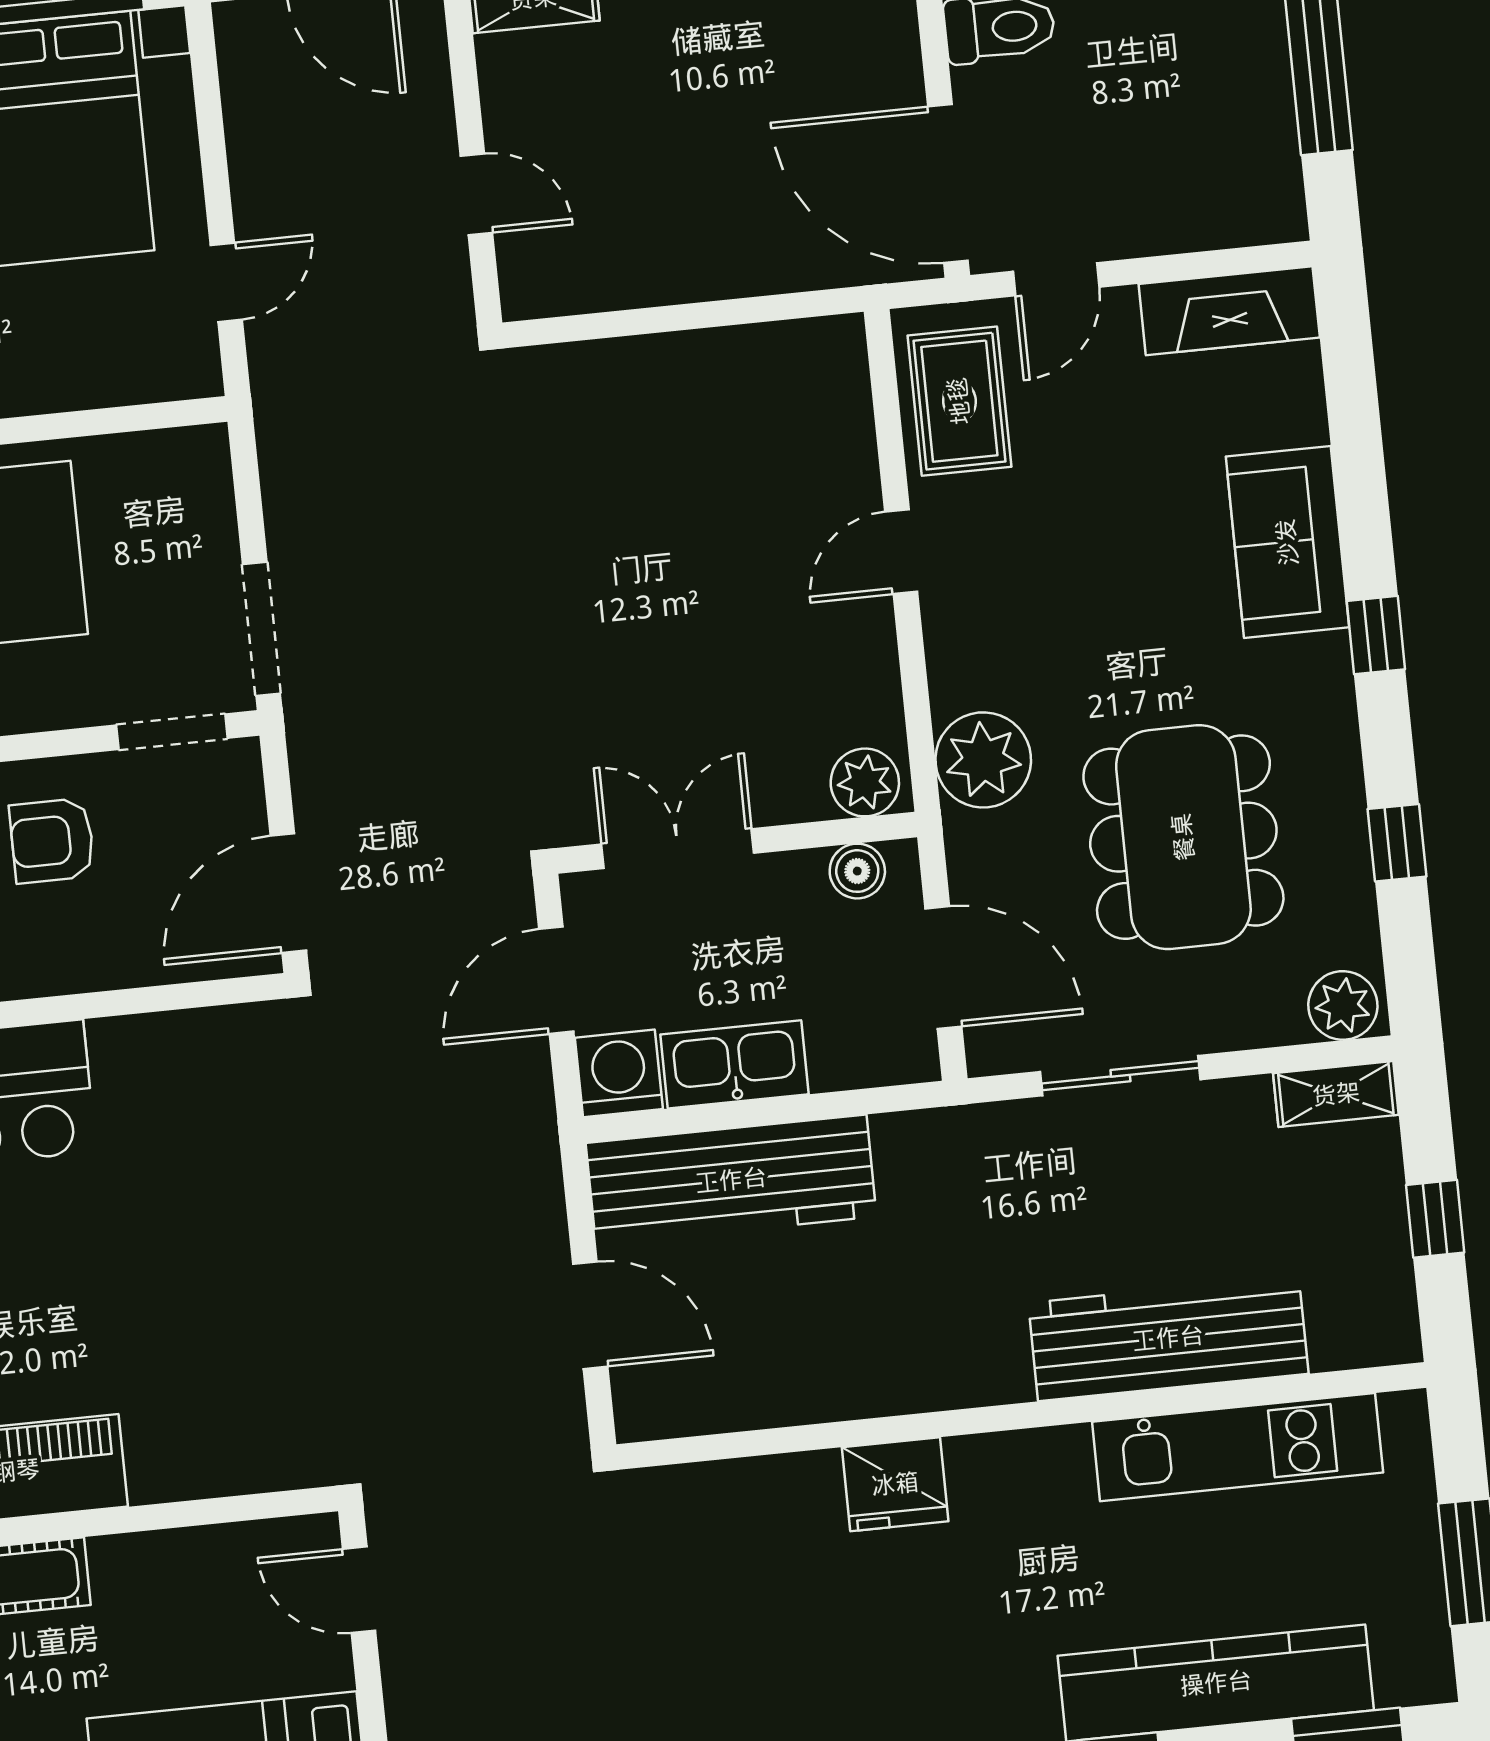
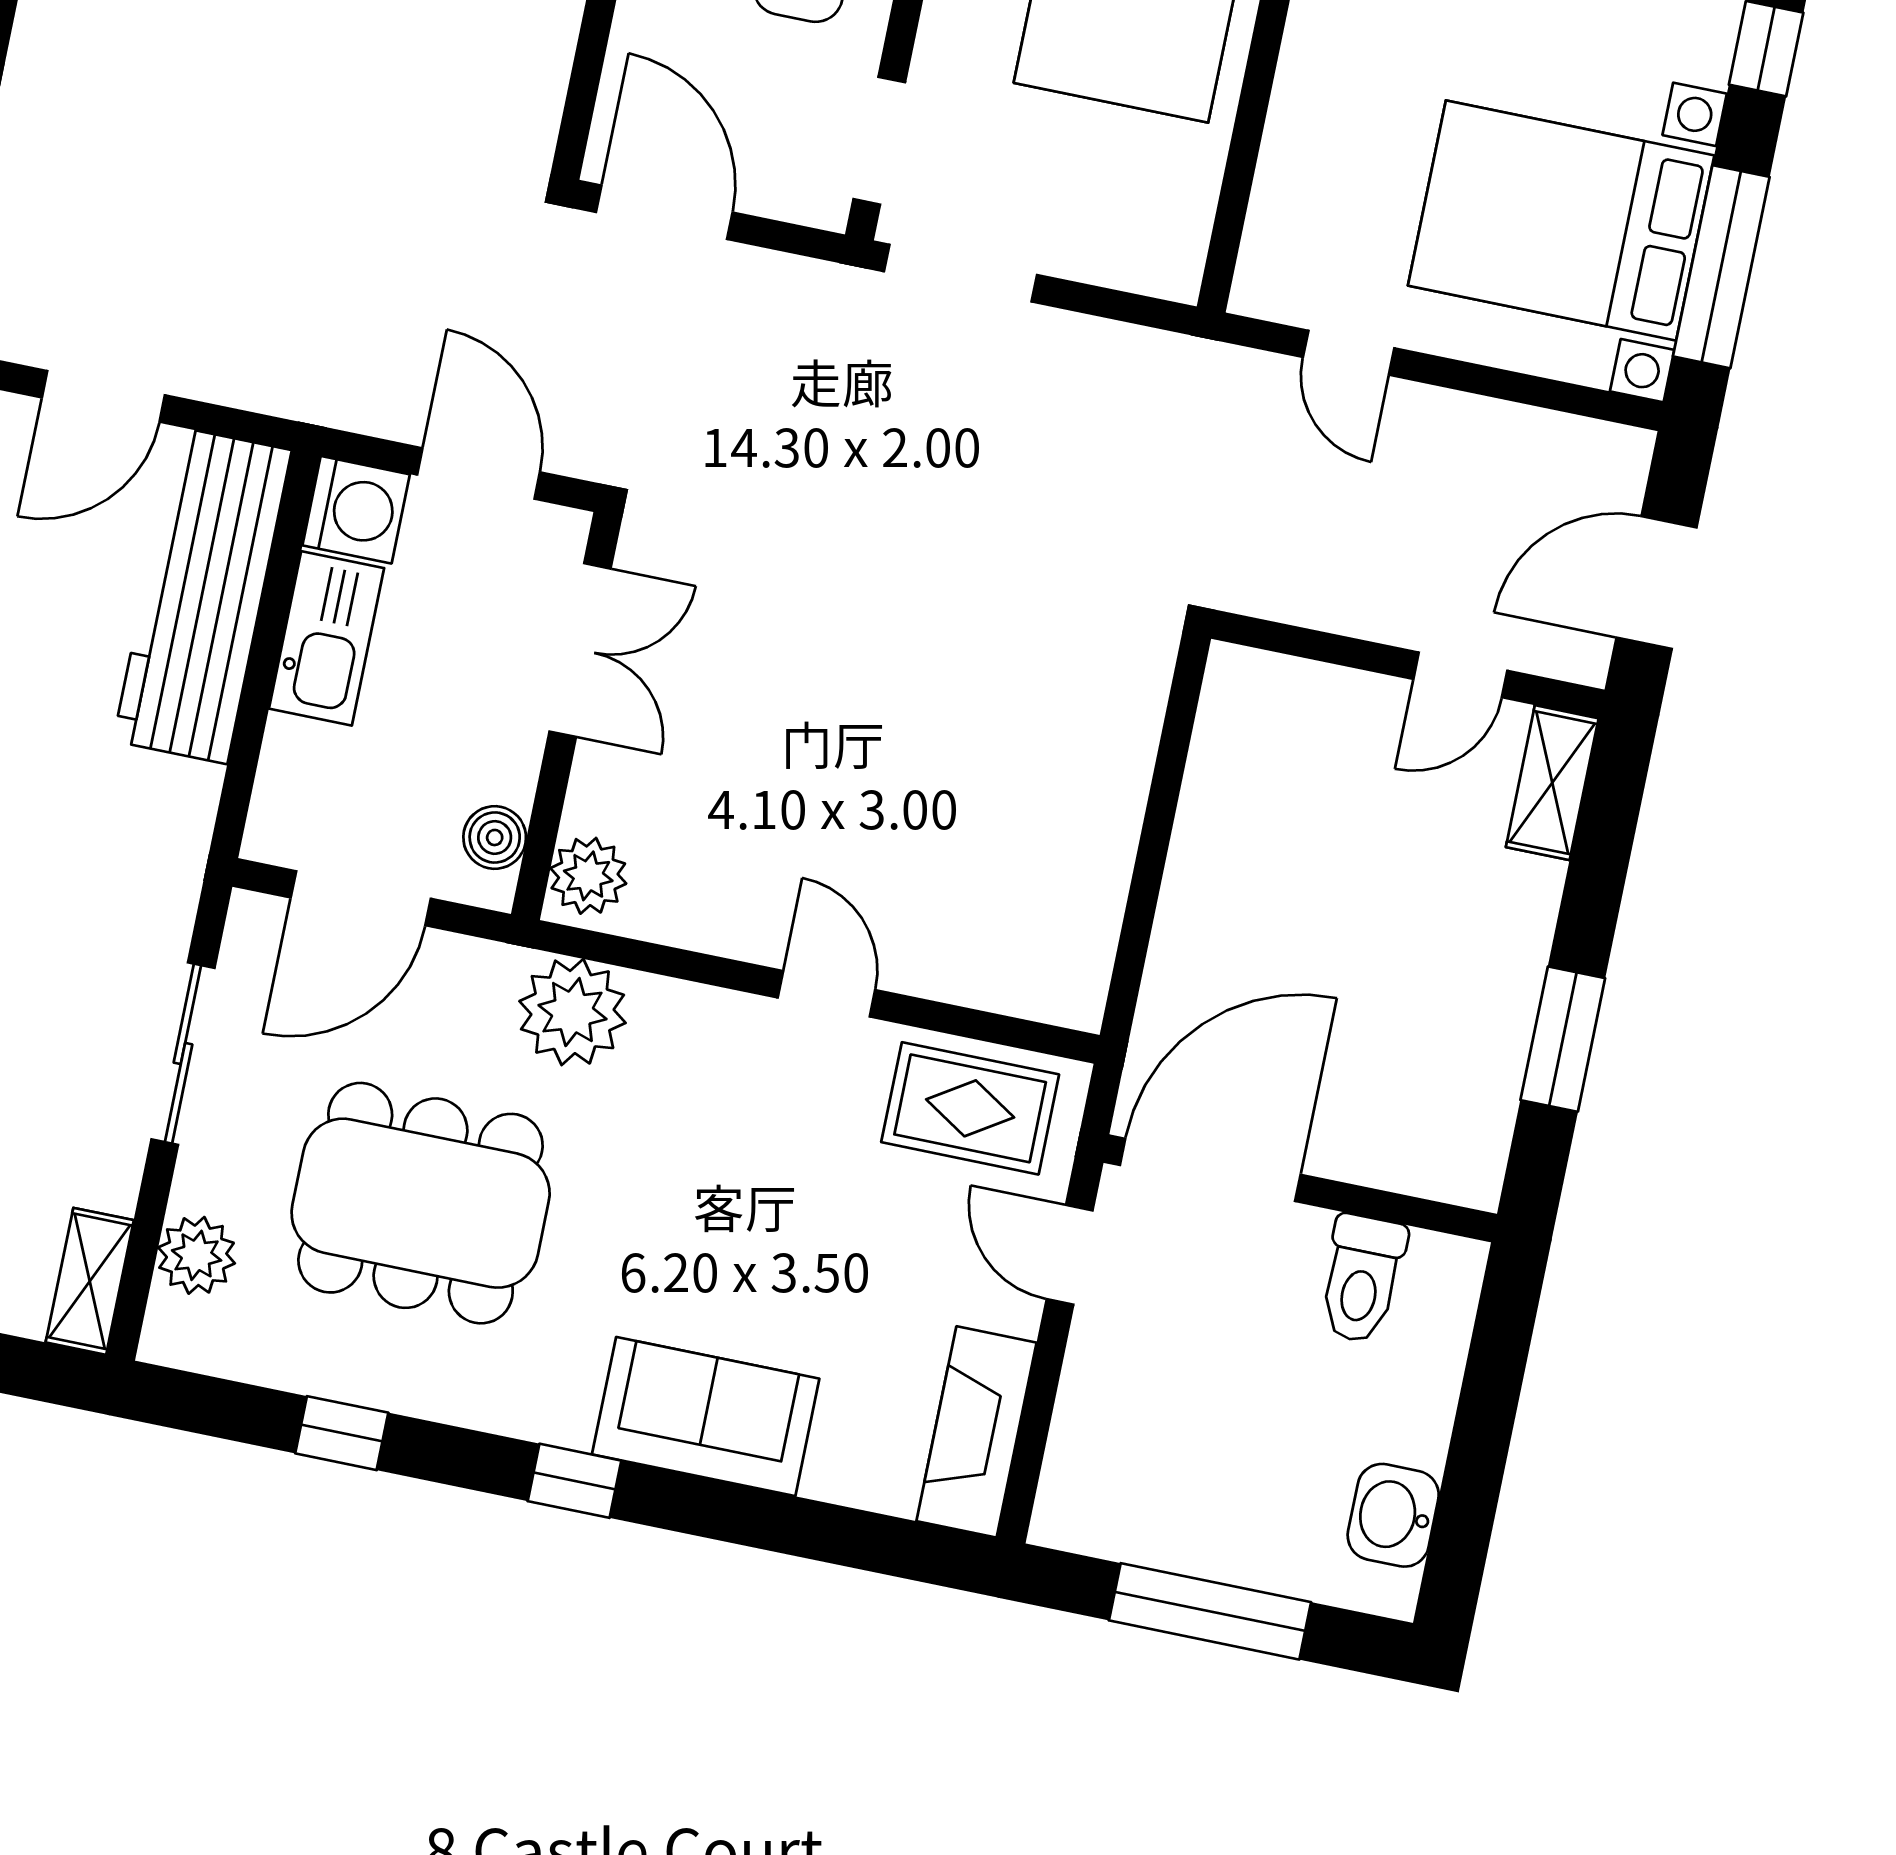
door: (476, 194) -> (1460, 675), moved
plant: (1343, 1005) -> (197, 1255), moved

